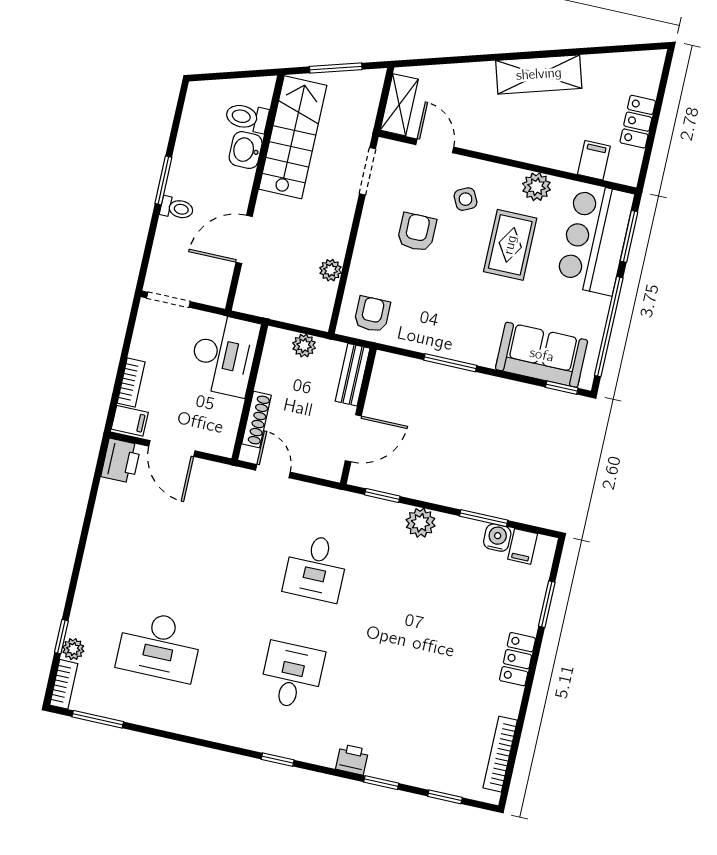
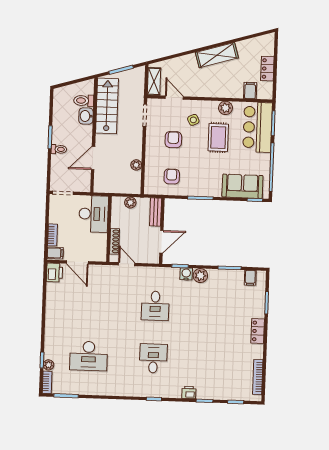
armchair: (372, 314) -> (172, 176), moved
water cooler: (497, 538) -> (186, 274), moved

